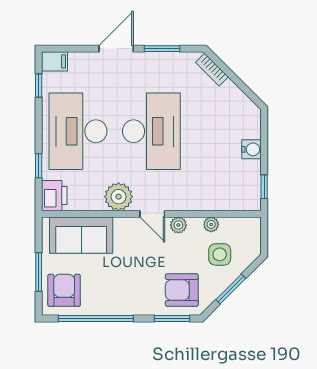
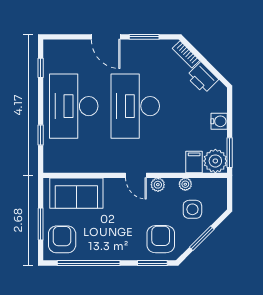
door: (116, 49) -> (106, 37), swing flipped
filing cabinet: (55, 61) -> (194, 162), moved, turned -90
desk: (151, 131) -> (135, 106), turned 180
window: (264, 187) -> (230, 153), width x1.50
printer: (54, 196) -> (202, 78), moved, turned 135
plant: (119, 197) -> (215, 161), moved
armchair: (182, 290) -> (161, 239), turned 90

